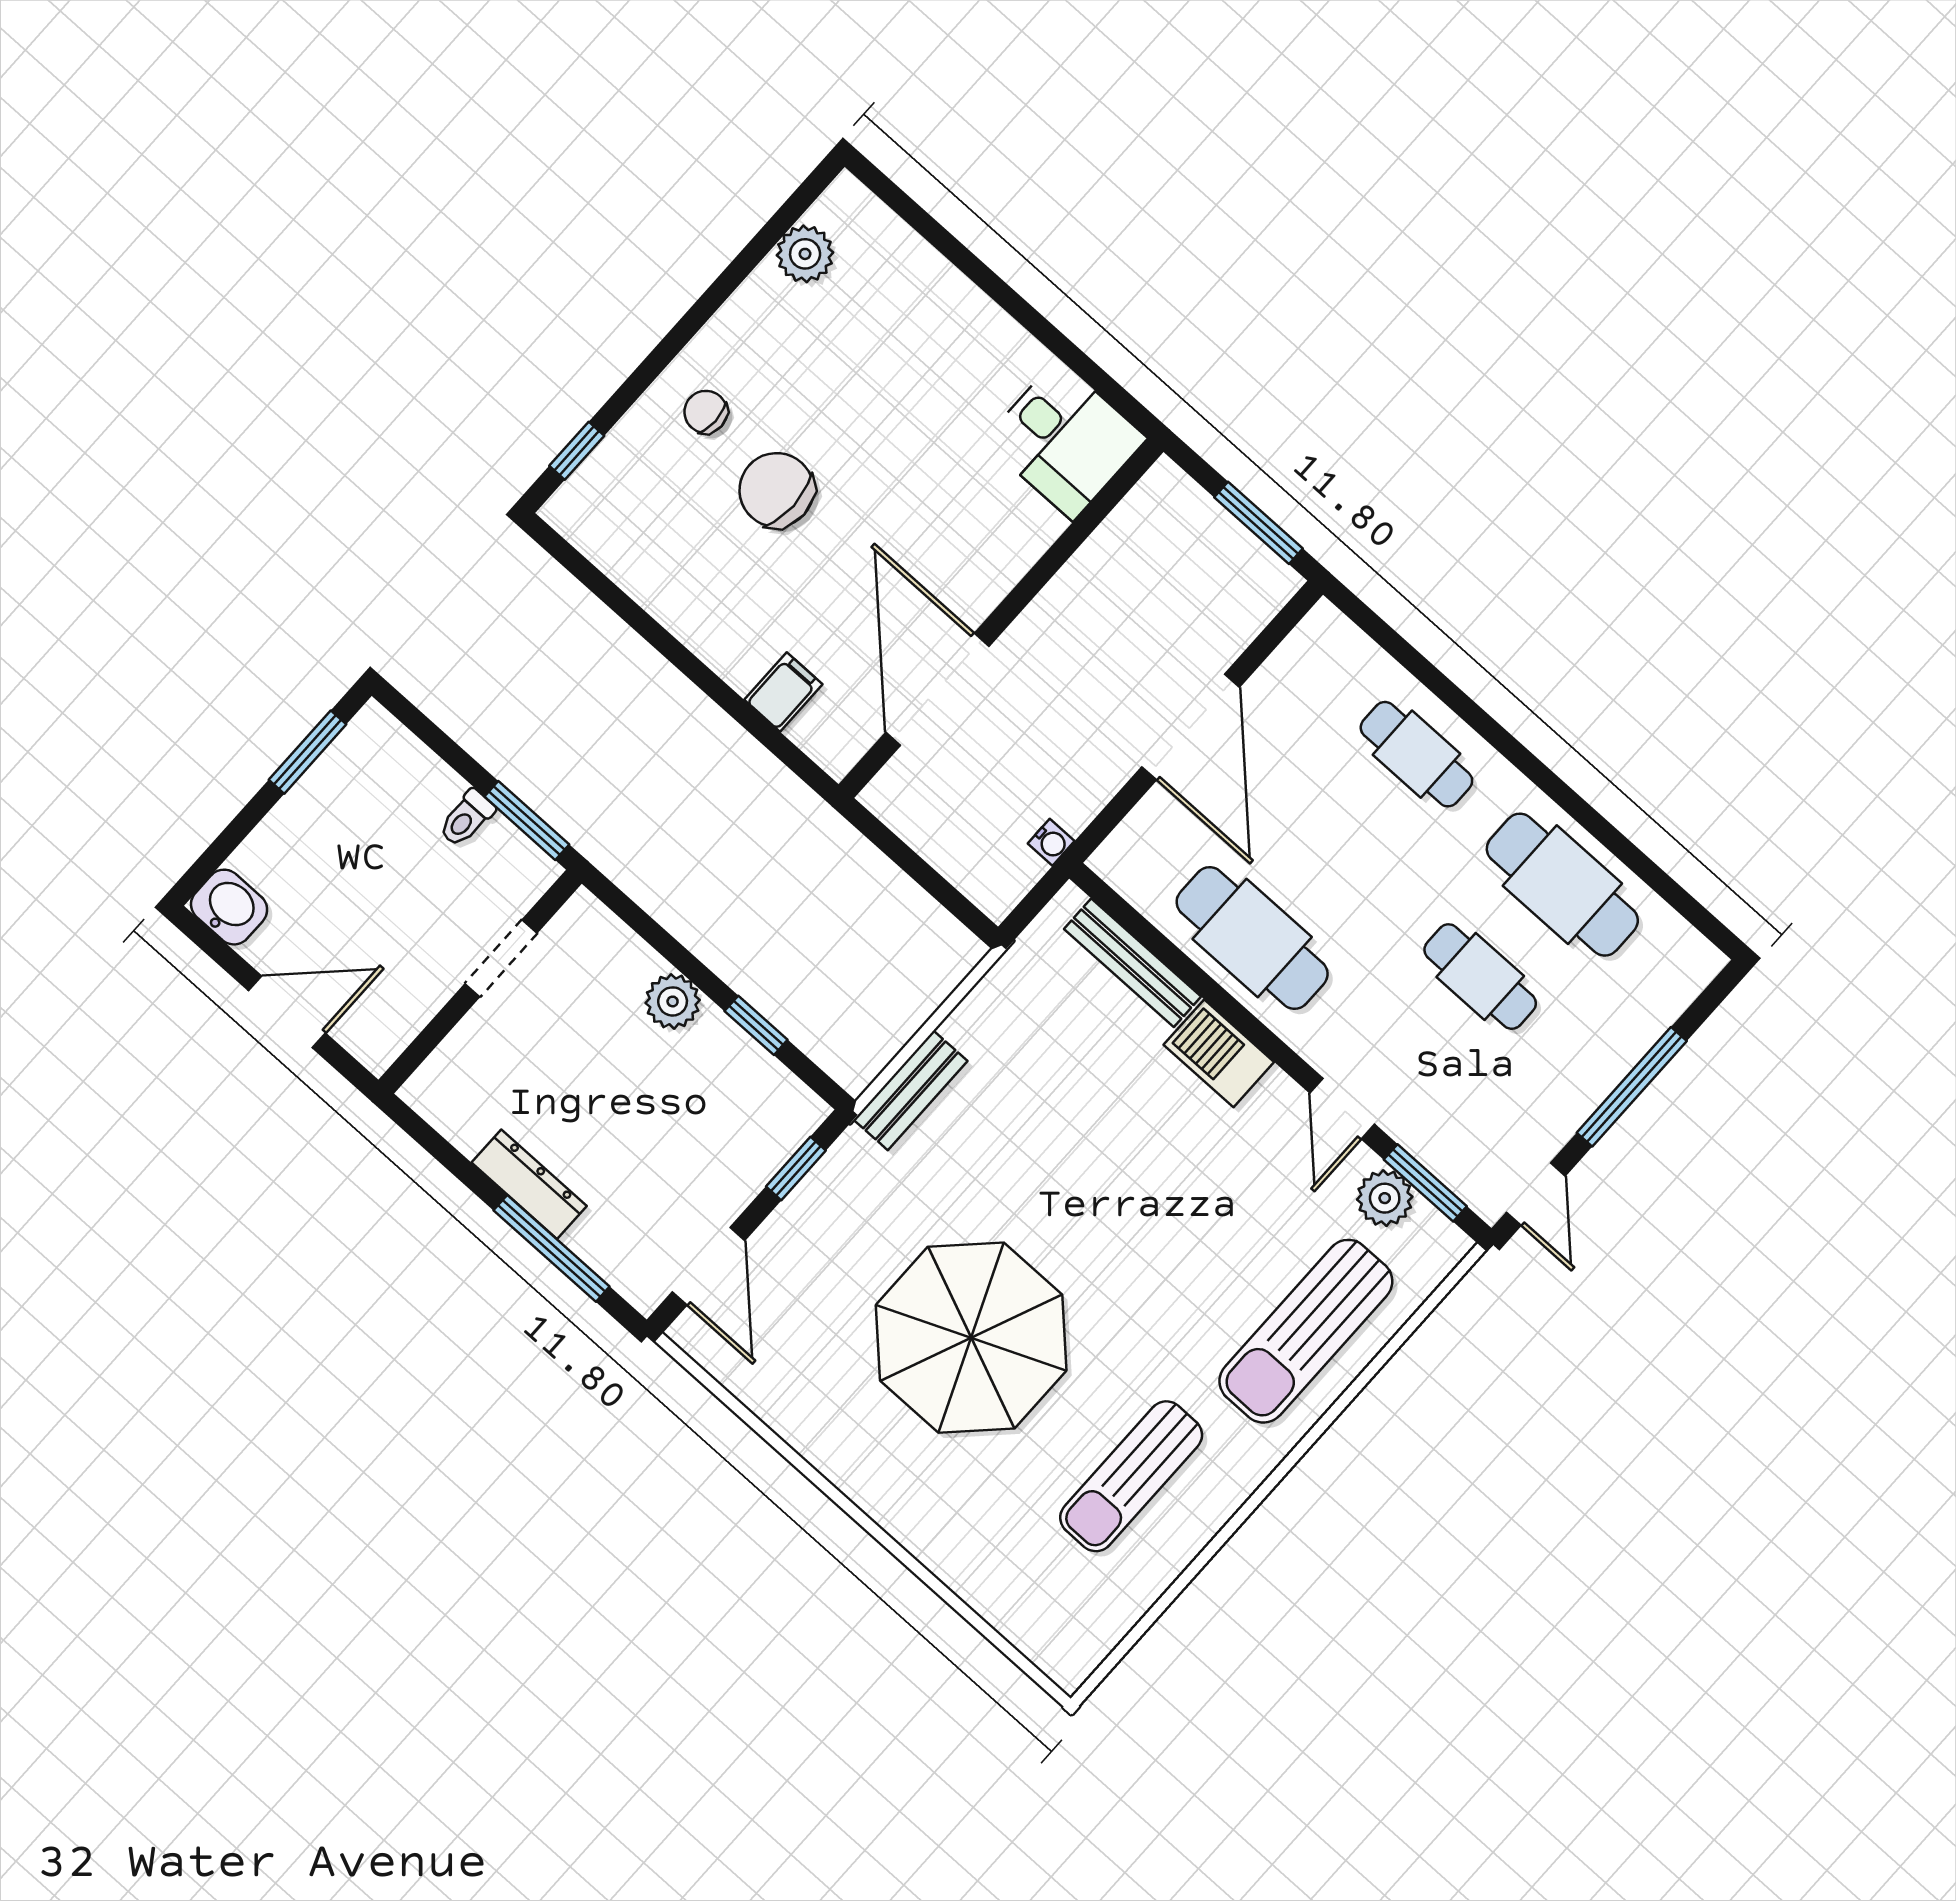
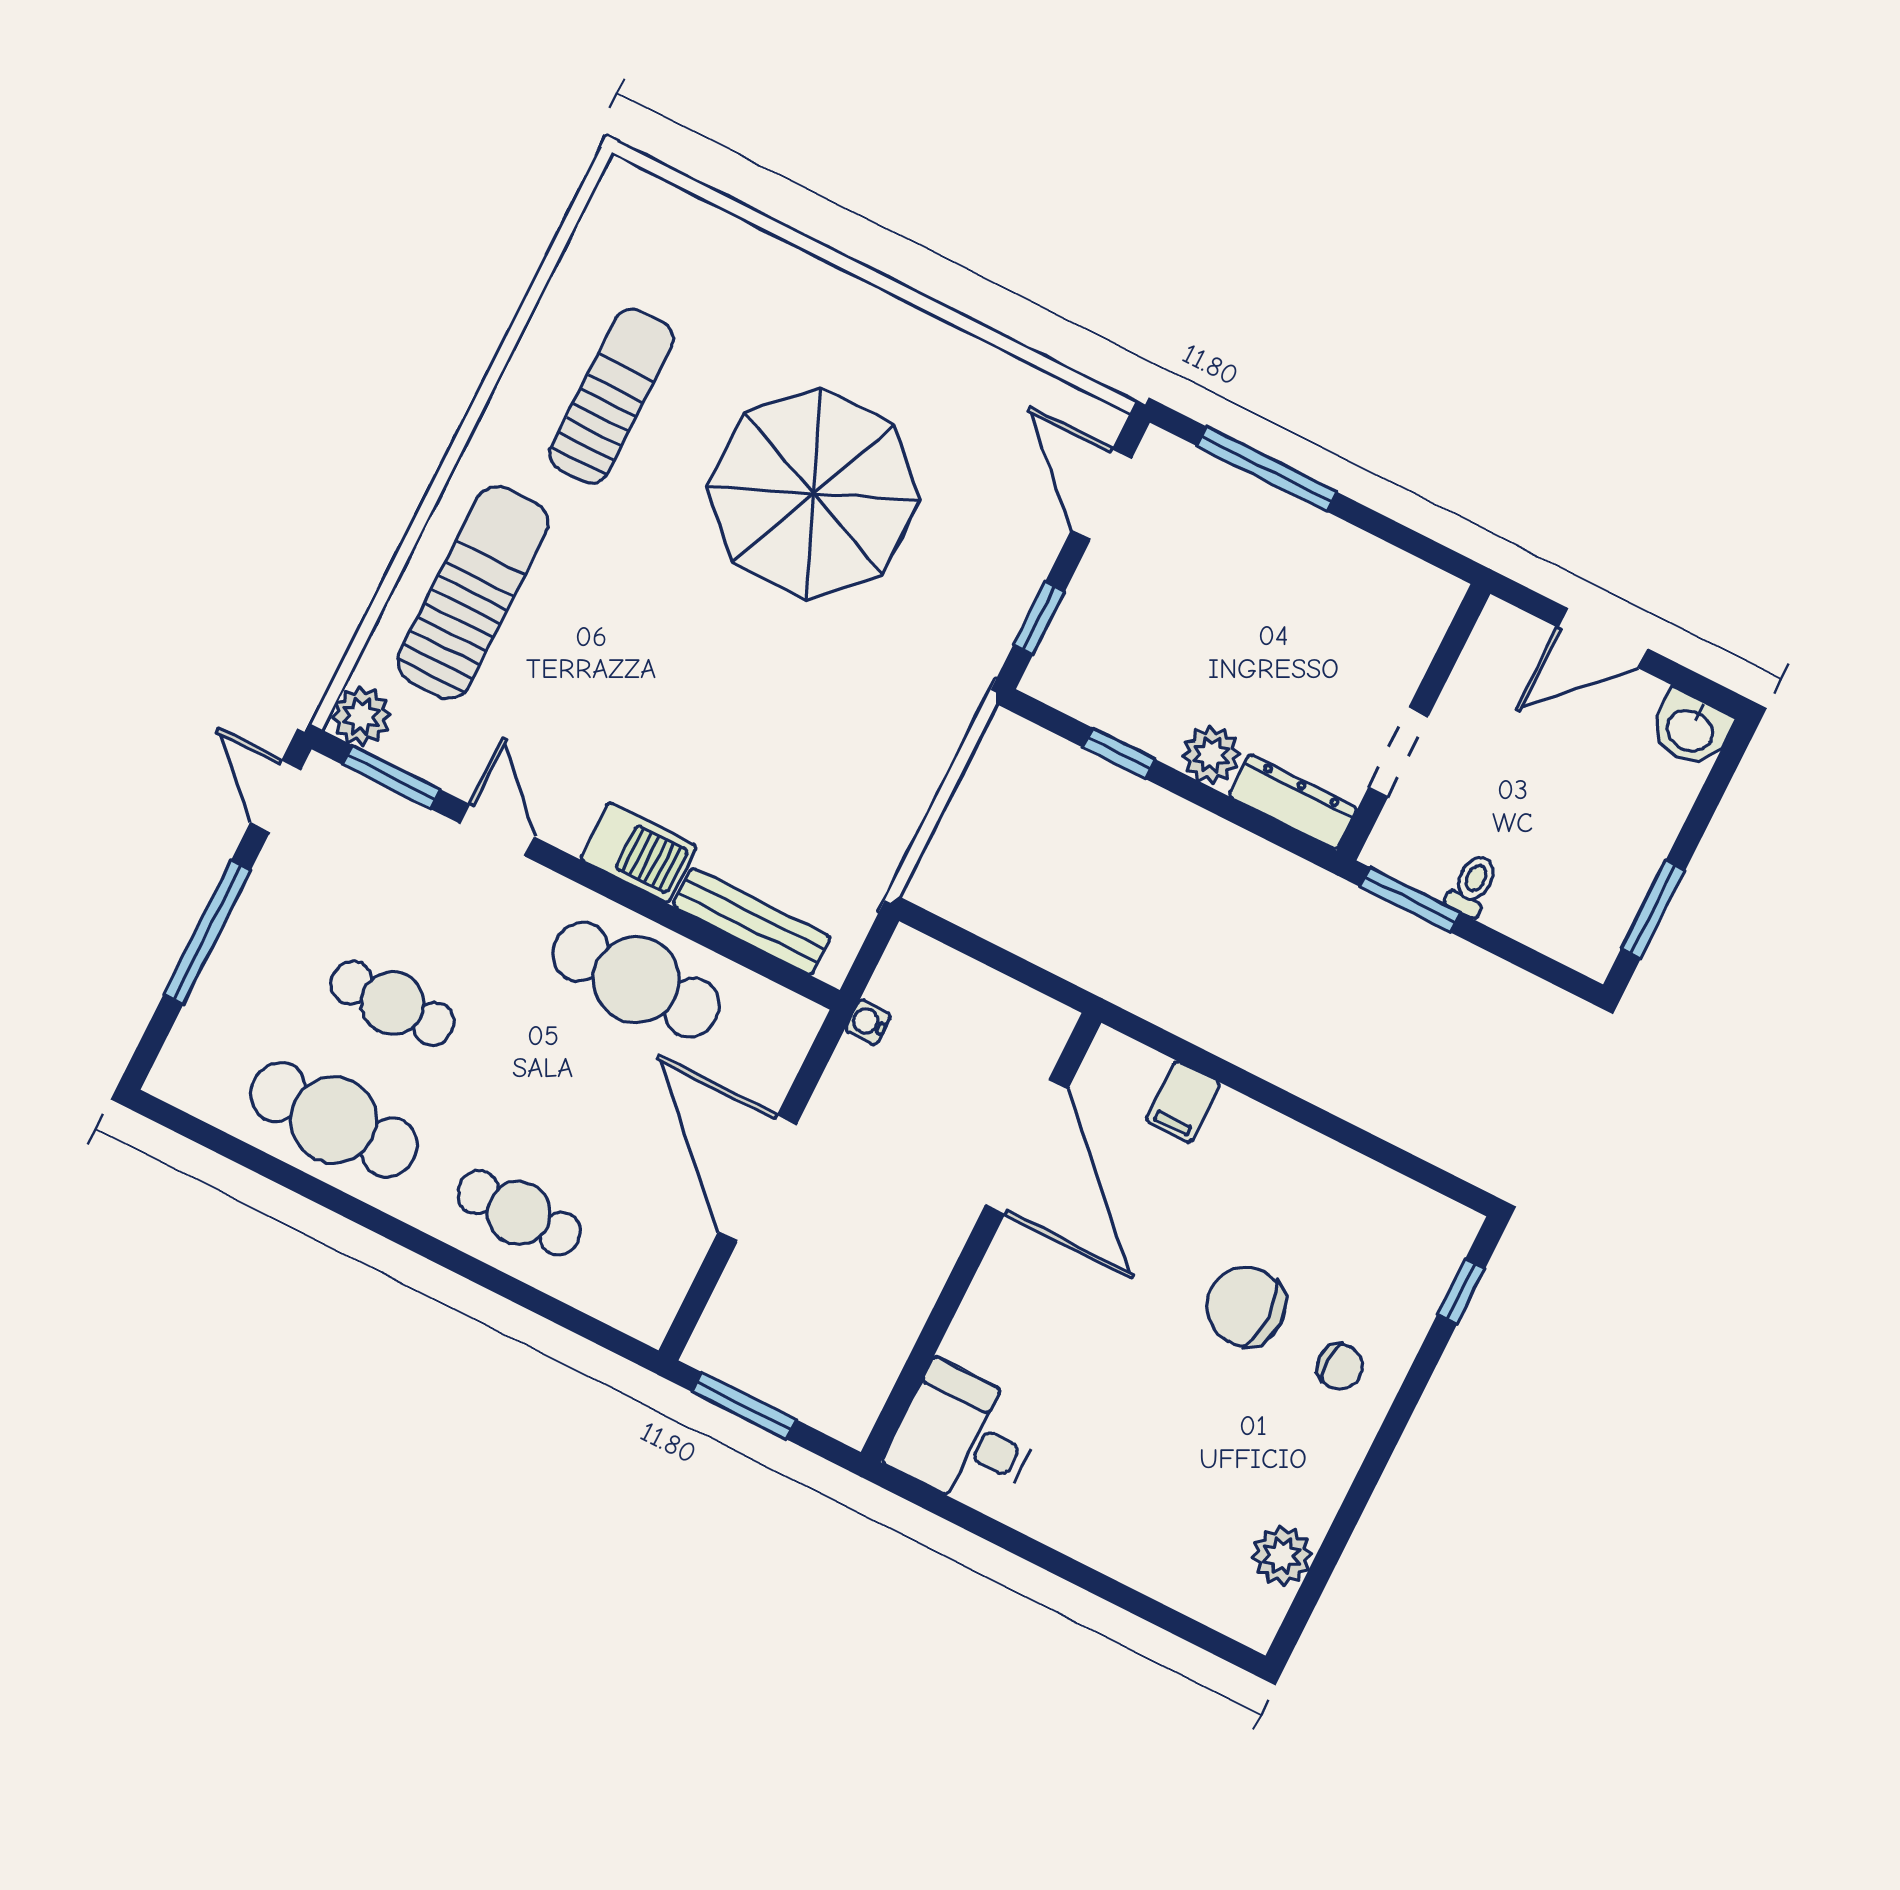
chair: (777, 490) -> (1246, 1307), turned 180
bench: (911, 1090) -> (943, 730), removed
dresser: (529, 1184) -> (1293, 802), moved, turned 180
plant: (1385, 1198) -> (361, 716), moved

